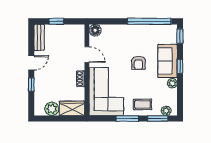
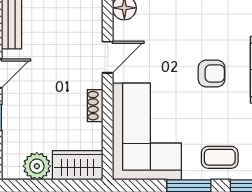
door: (87, 55) -> (108, 57), hinge flipped
armchair: (138, 63) -> (212, 73), turned -90

